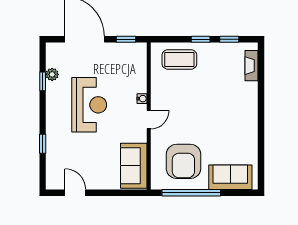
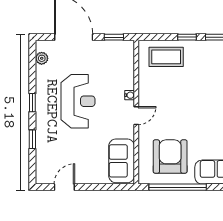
plant: (52, 74) -> (42, 58), moved
window: (43, 81) -> (32, 103), moved
armchair: (183, 161) -> (170, 157), turned 180
door: (75, 193) -> (64, 187), hinge flipped

